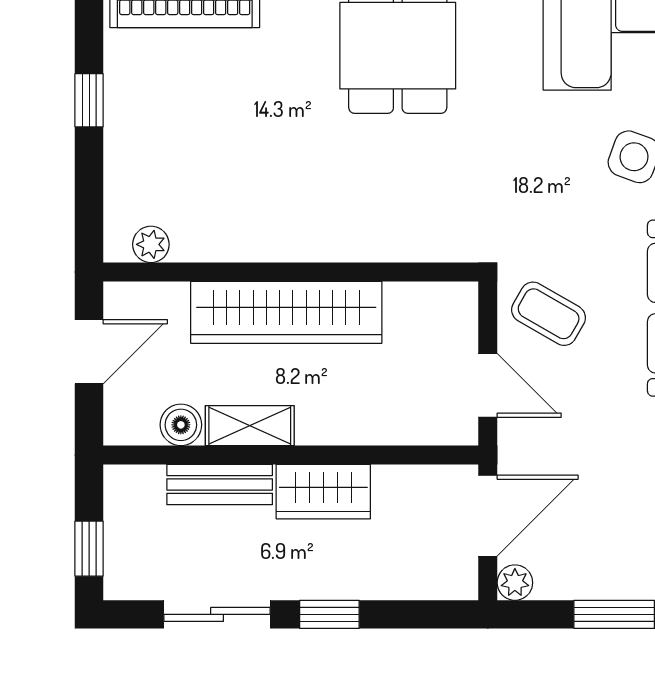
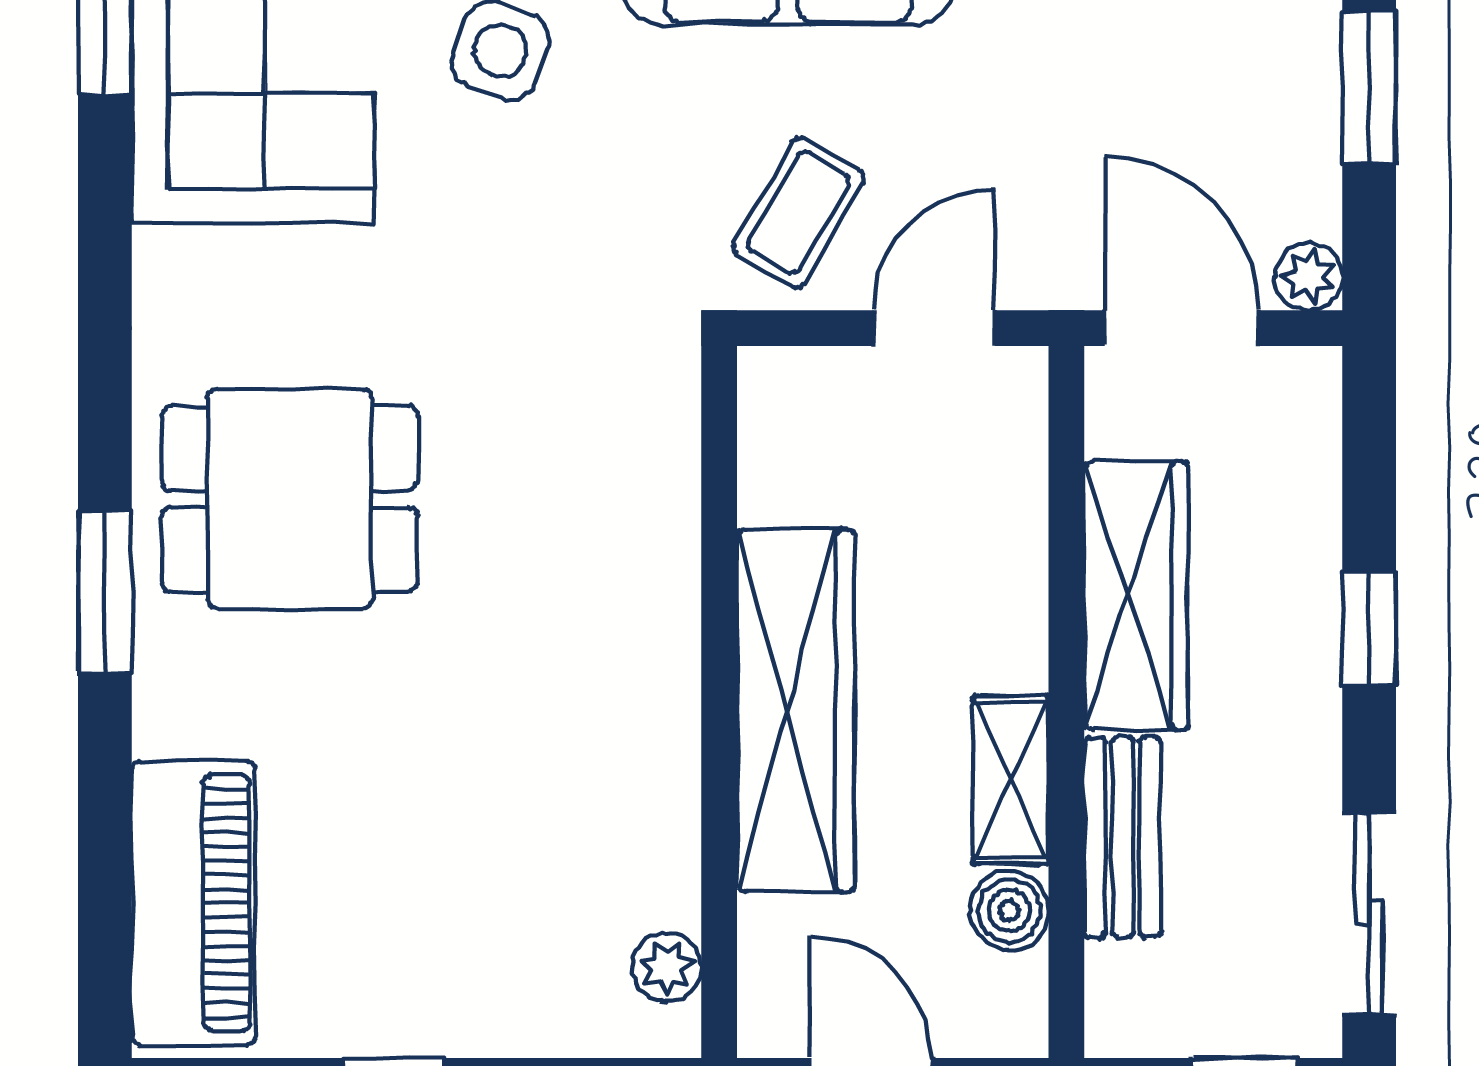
wardrobe: (323, 492) -> (1136, 596), width x1.50
sliding door: (217, 614) -> (1369, 913), moved

